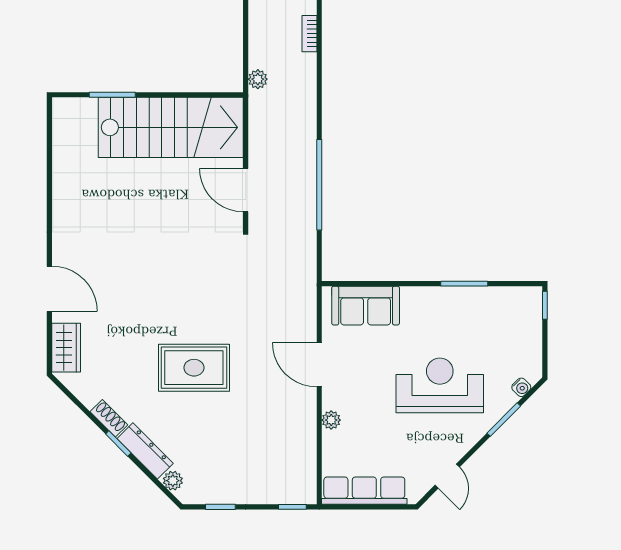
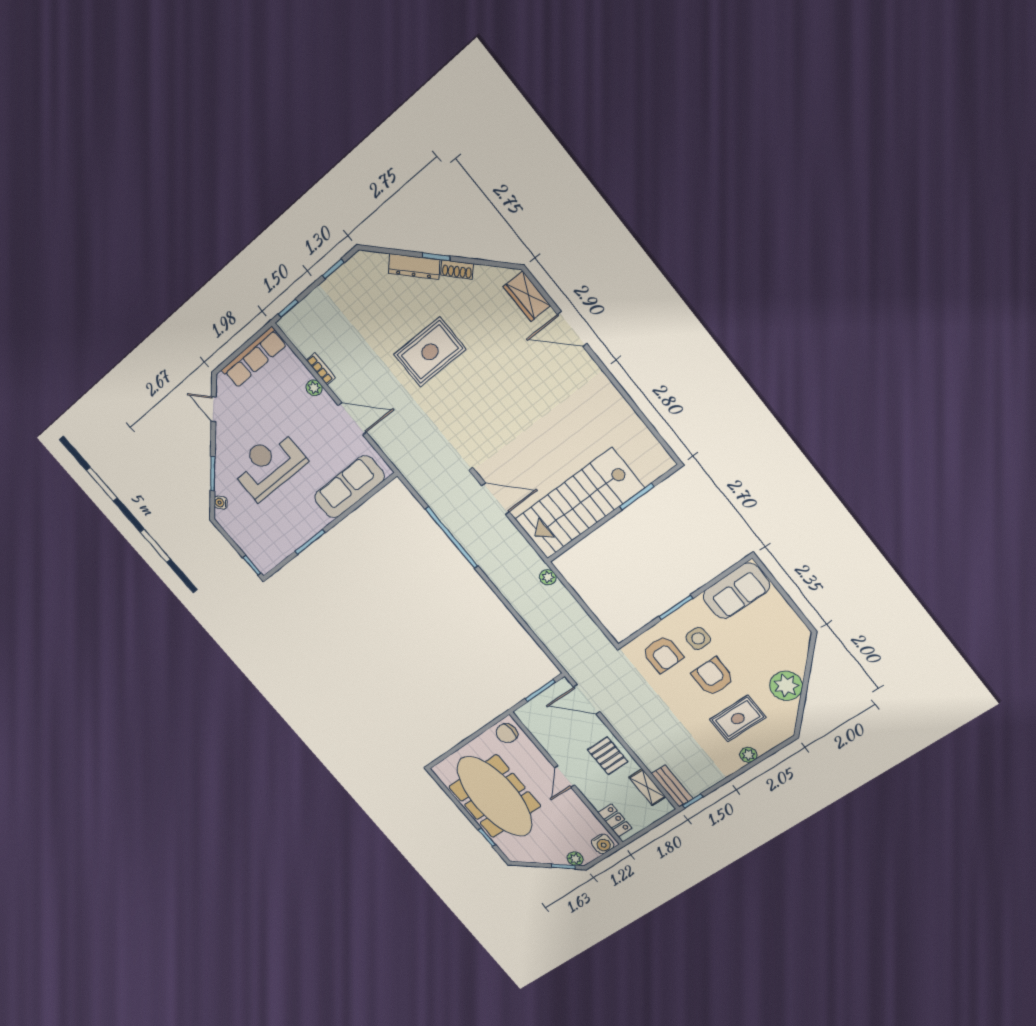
bookcase: (309, 34) -> (321, 369), moved
sofa: (366, 306) -> (349, 487), width x1.36
reception desk: (440, 385) -> (269, 465), turned 180
plant: (173, 481) -> (379, 261), removed

